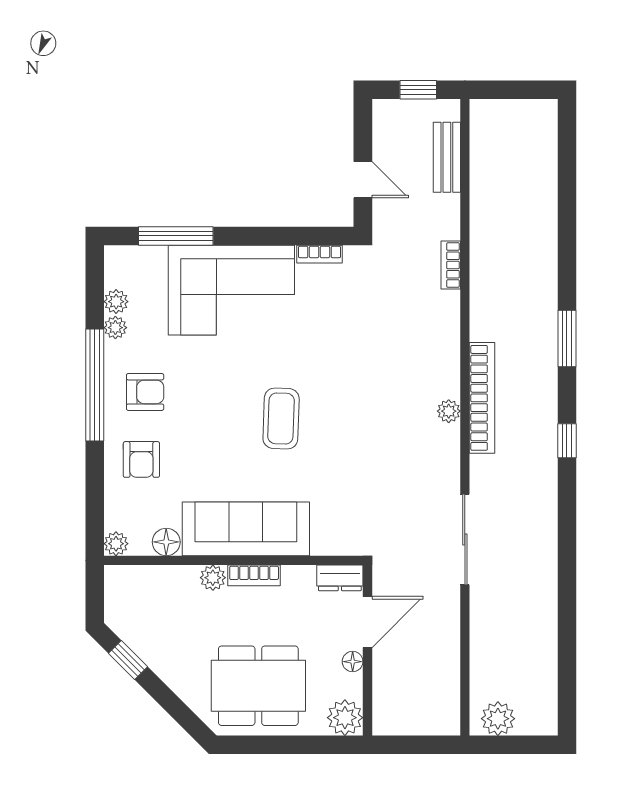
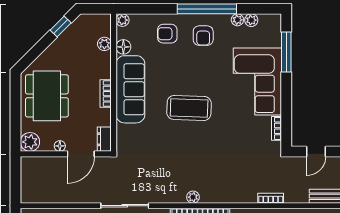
coffee table: (281, 419) -> (189, 108), width x1.36, depth x1.32
plant: (213, 578) -> (104, 44), moved
door: (367, 622) -> (81, 154), hinge flipped

